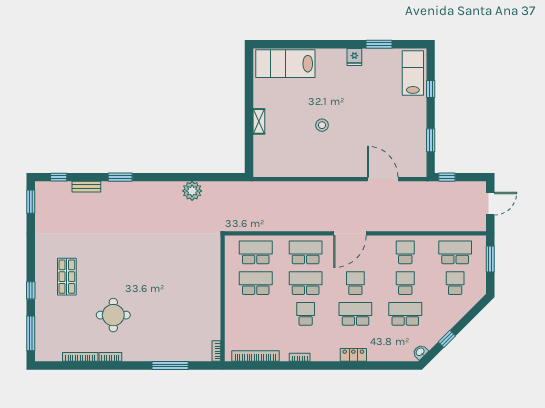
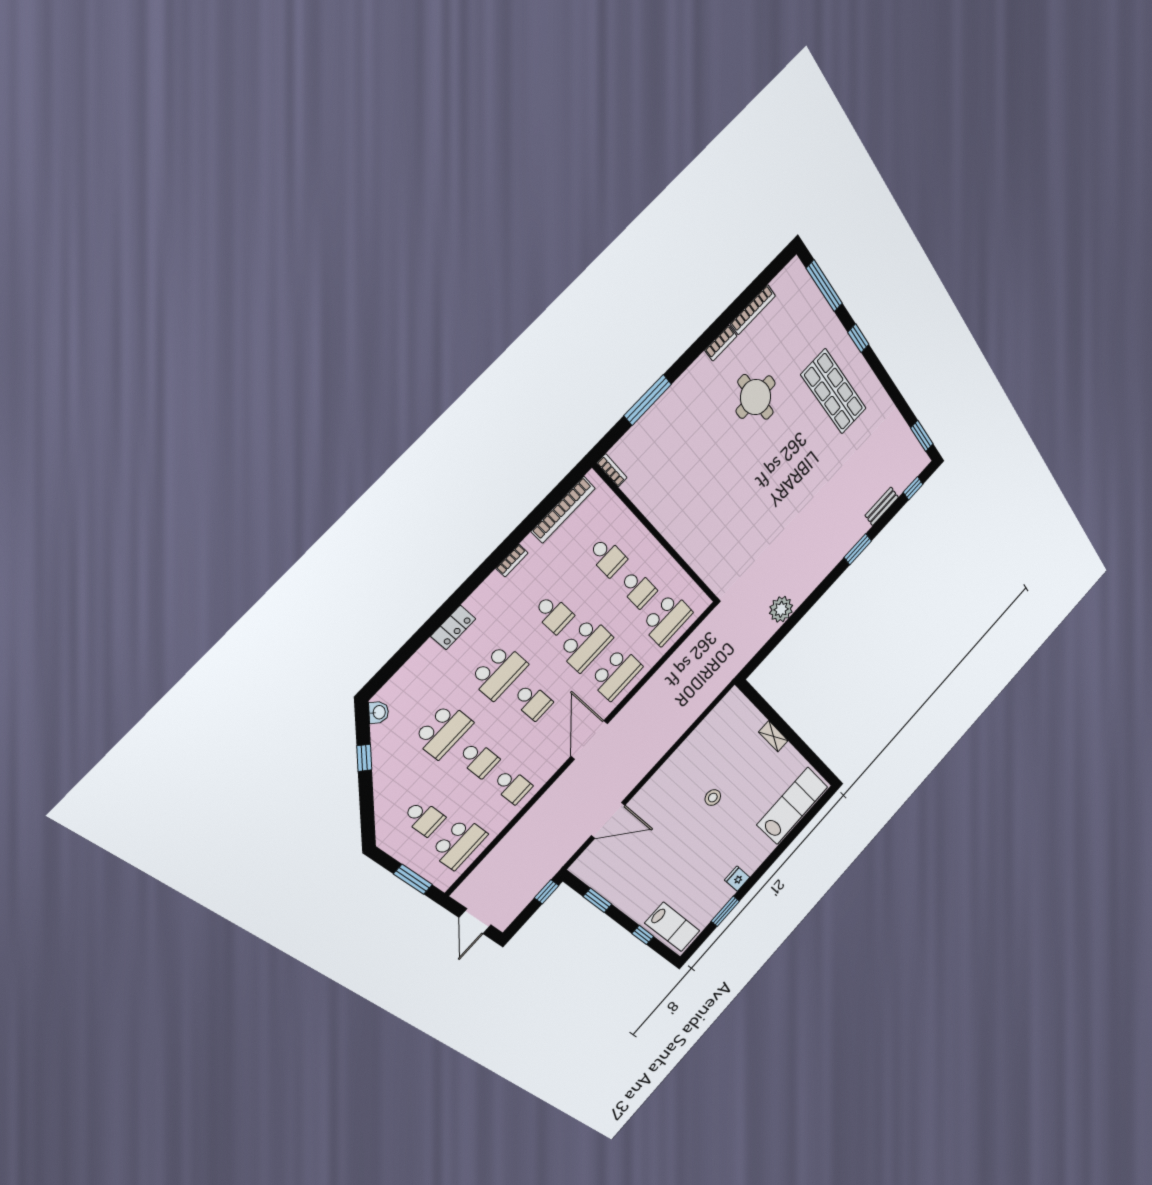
shop shelf: (67, 277) -> (834, 392), width x1.43, depth x1.36
school desk: (256, 283) -> (638, 589), width x0.54
school desk: (256, 314) -> (607, 557), added

